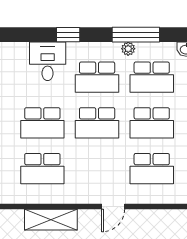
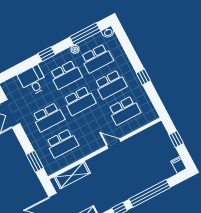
window: (68, 35) -> (47, 54), moved
window: (136, 35) -> (85, 34), moved
door: (113, 206) -> (114, 144), swing flipped
shelving: (51, 220) -> (72, 175), moved

